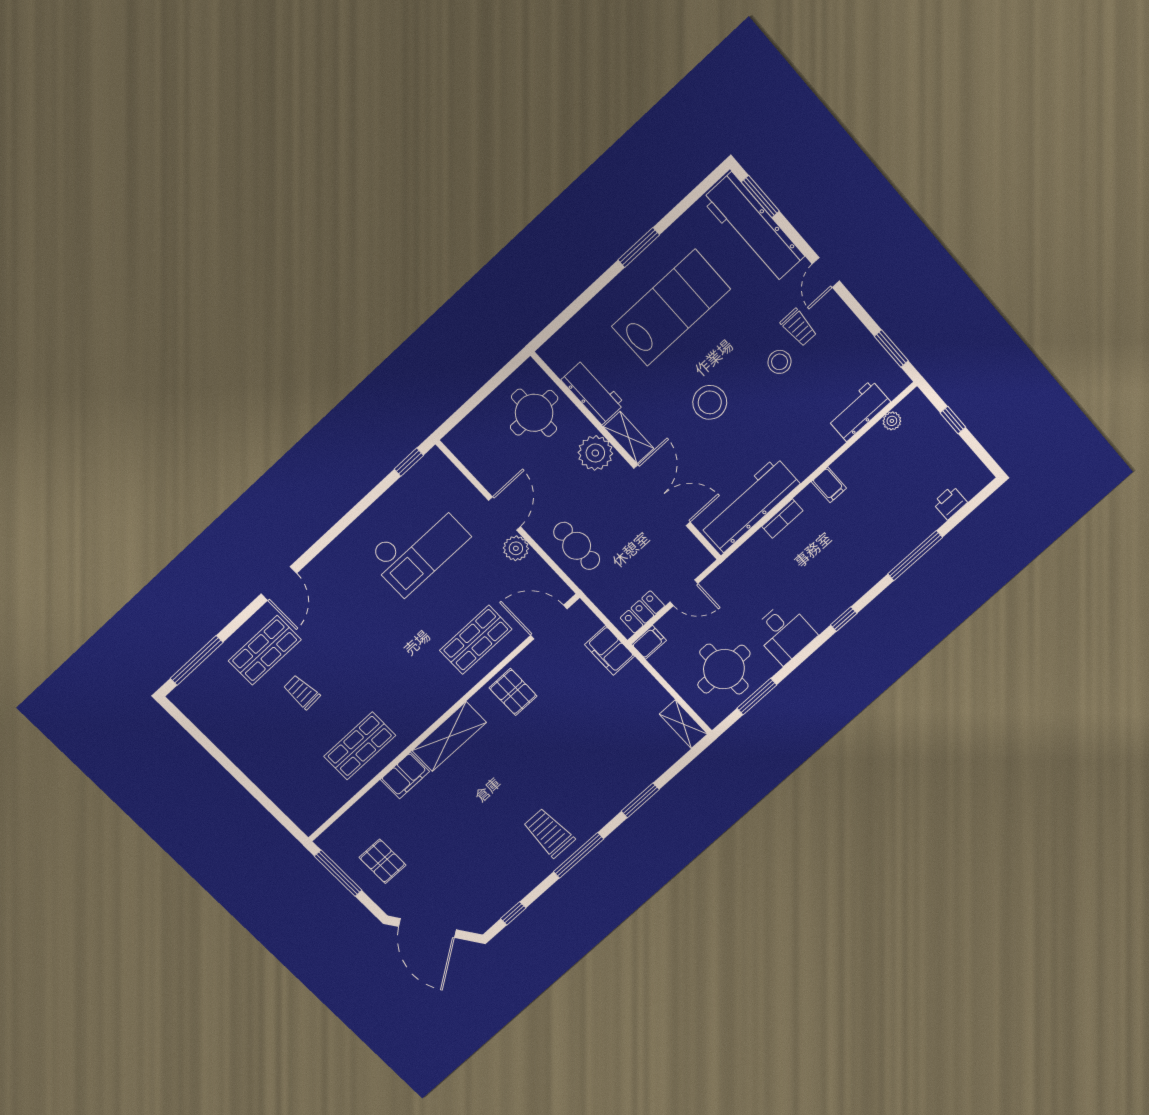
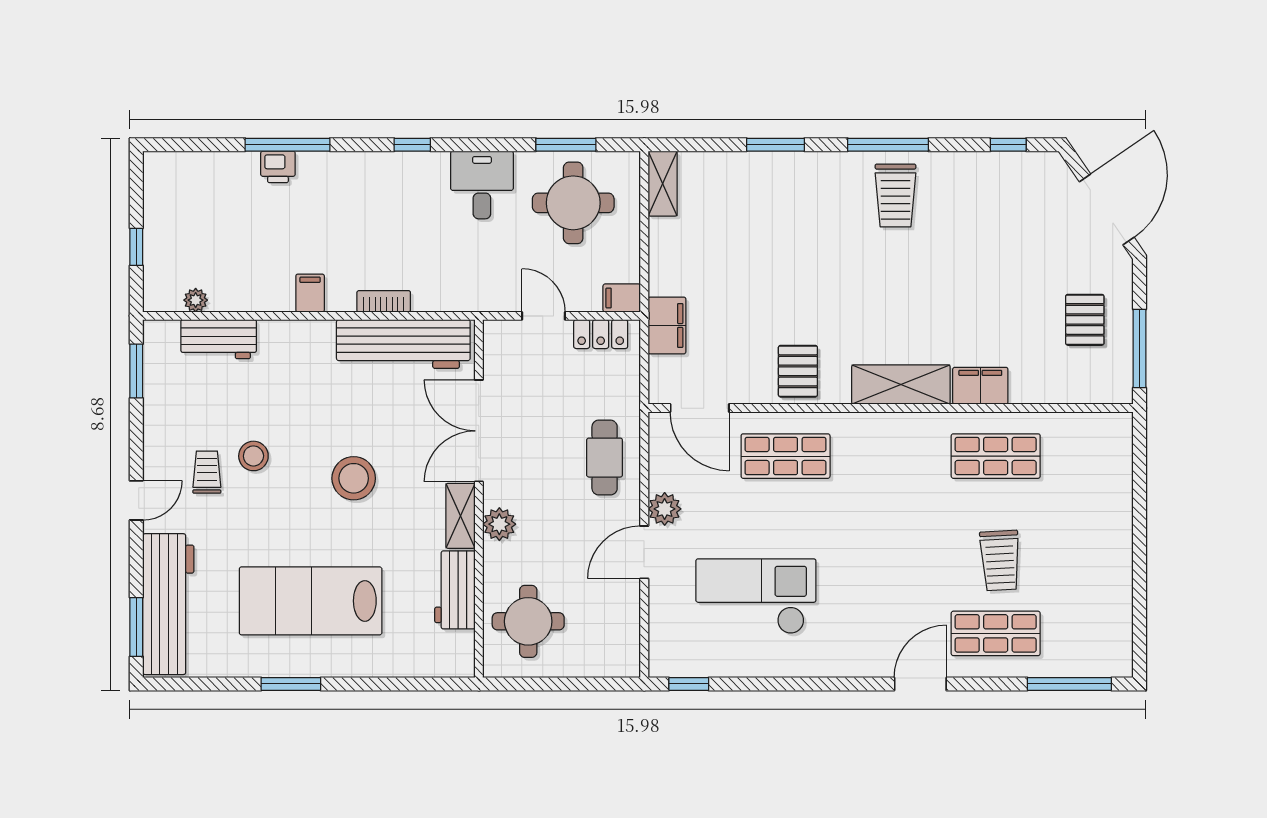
plant: (595, 453) -> (499, 524), width x0.73, depth x0.73
printer: (950, 503) -> (278, 167), moved
trolley: (302, 692) -> (1000, 561), width x1.36, depth x1.39

